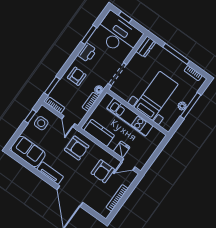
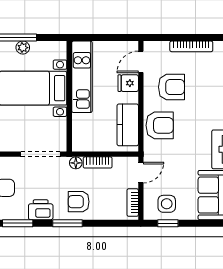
window: (52, 86) -> (68, 223), moved
kitchen unit: (130, 117) -> (82, 77), moved
armchair: (77, 148) -> (160, 125), moved, turned 90
door: (128, 164) -> (141, 62), swing flipped

